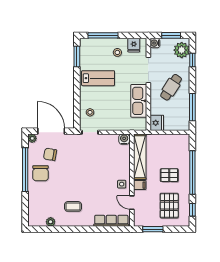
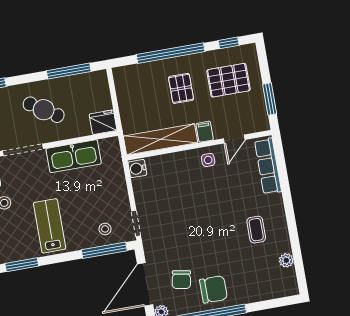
window: (77, 110) -> (104, 250), added

